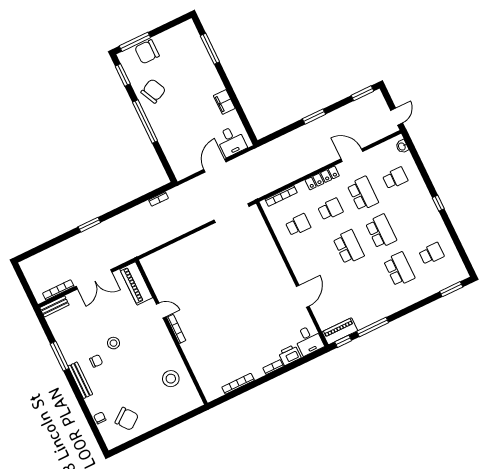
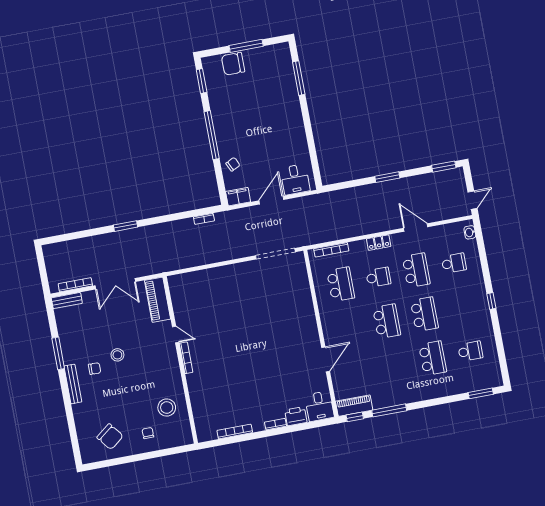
window: (135, 42) -> (246, 46), moved
chair: (153, 91) -> (233, 164), moved, width x0.54, depth x0.54
filing cabinet: (224, 102) -> (238, 197), moved, turned 90
locker: (322, 178) -> (379, 243), width x0.66
school desk: (298, 225) -> (341, 284), width x1.85
chair: (100, 418) -> (148, 433), moved

